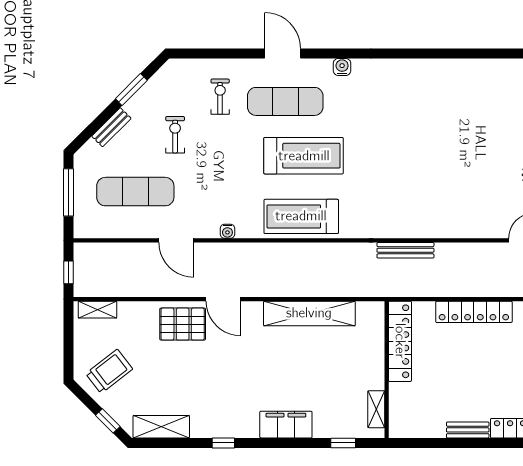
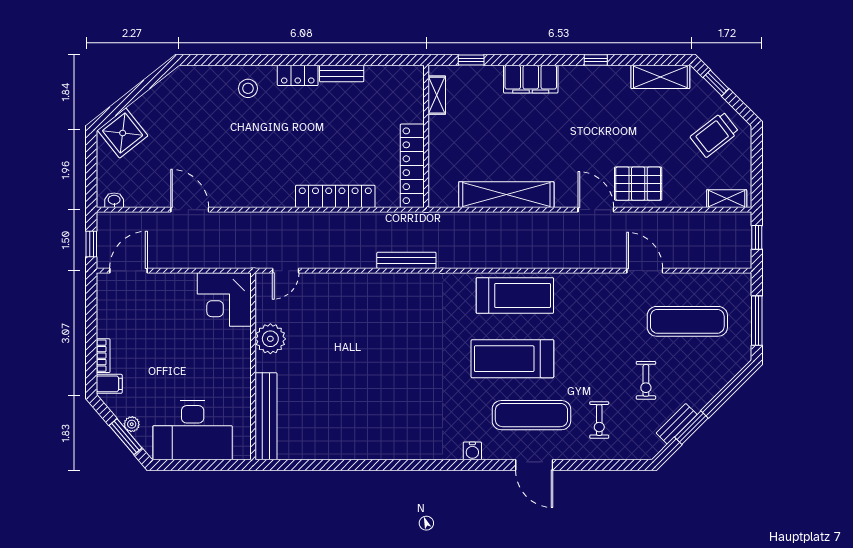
bench: (111, 127) -> (677, 424), moved
water cooler: (227, 231) -> (592, 280), removed

